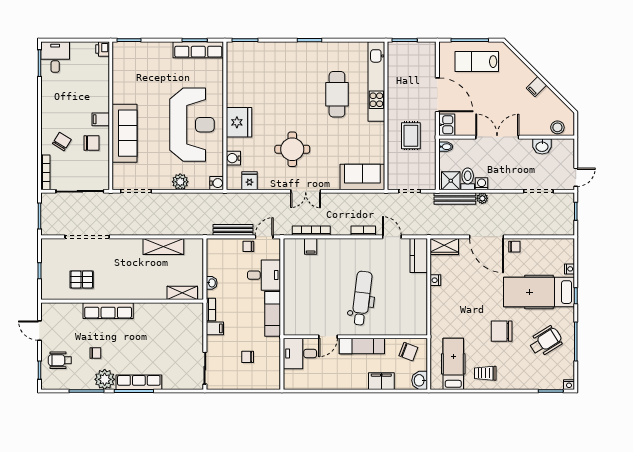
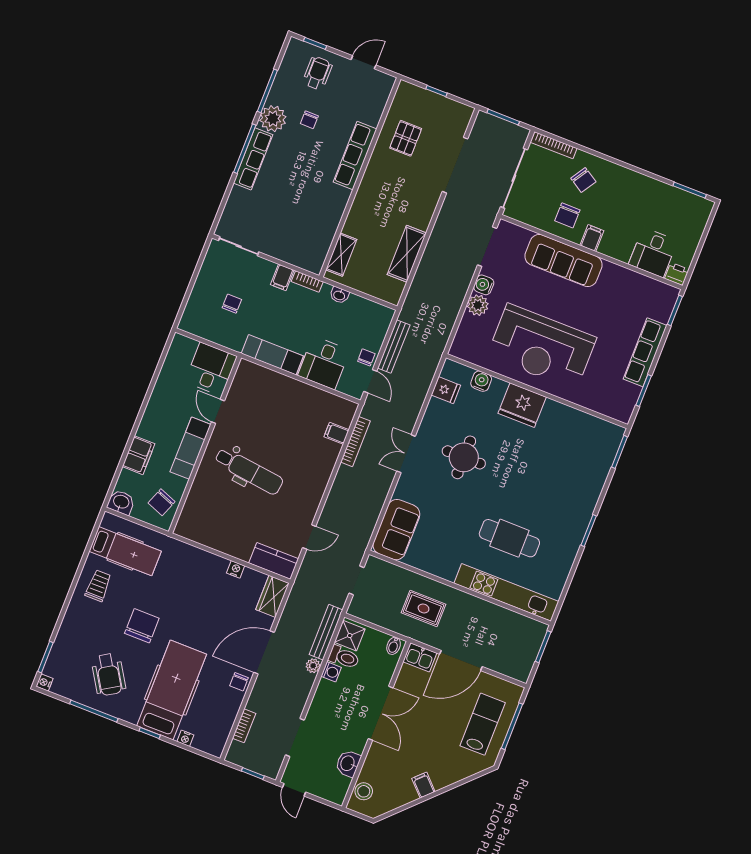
row of seats: (198, 50) -> (645, 352), moved
desk: (55, 57) -> (653, 252), moved, turned 90
water cooler: (217, 183) -> (484, 285), moved, turned 90
bookcase: (363, 231) -> (244, 726), moved

